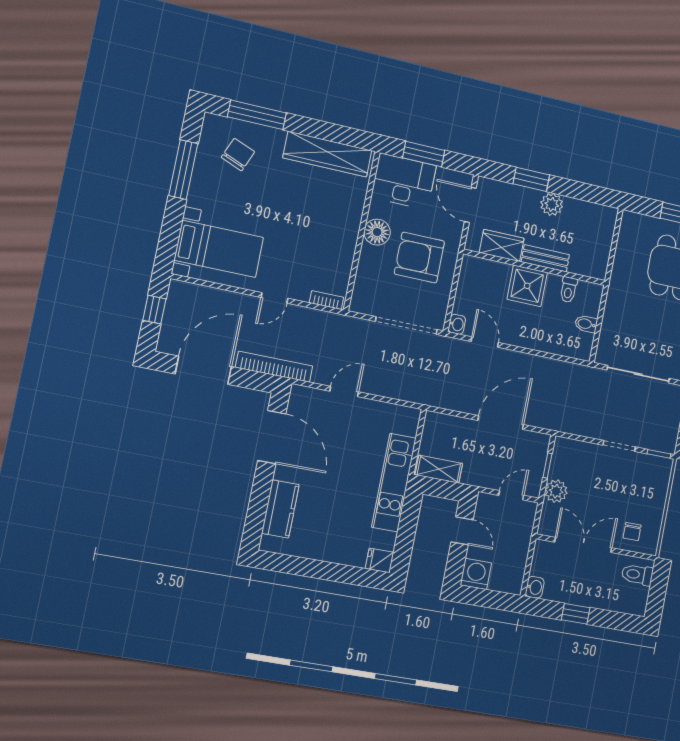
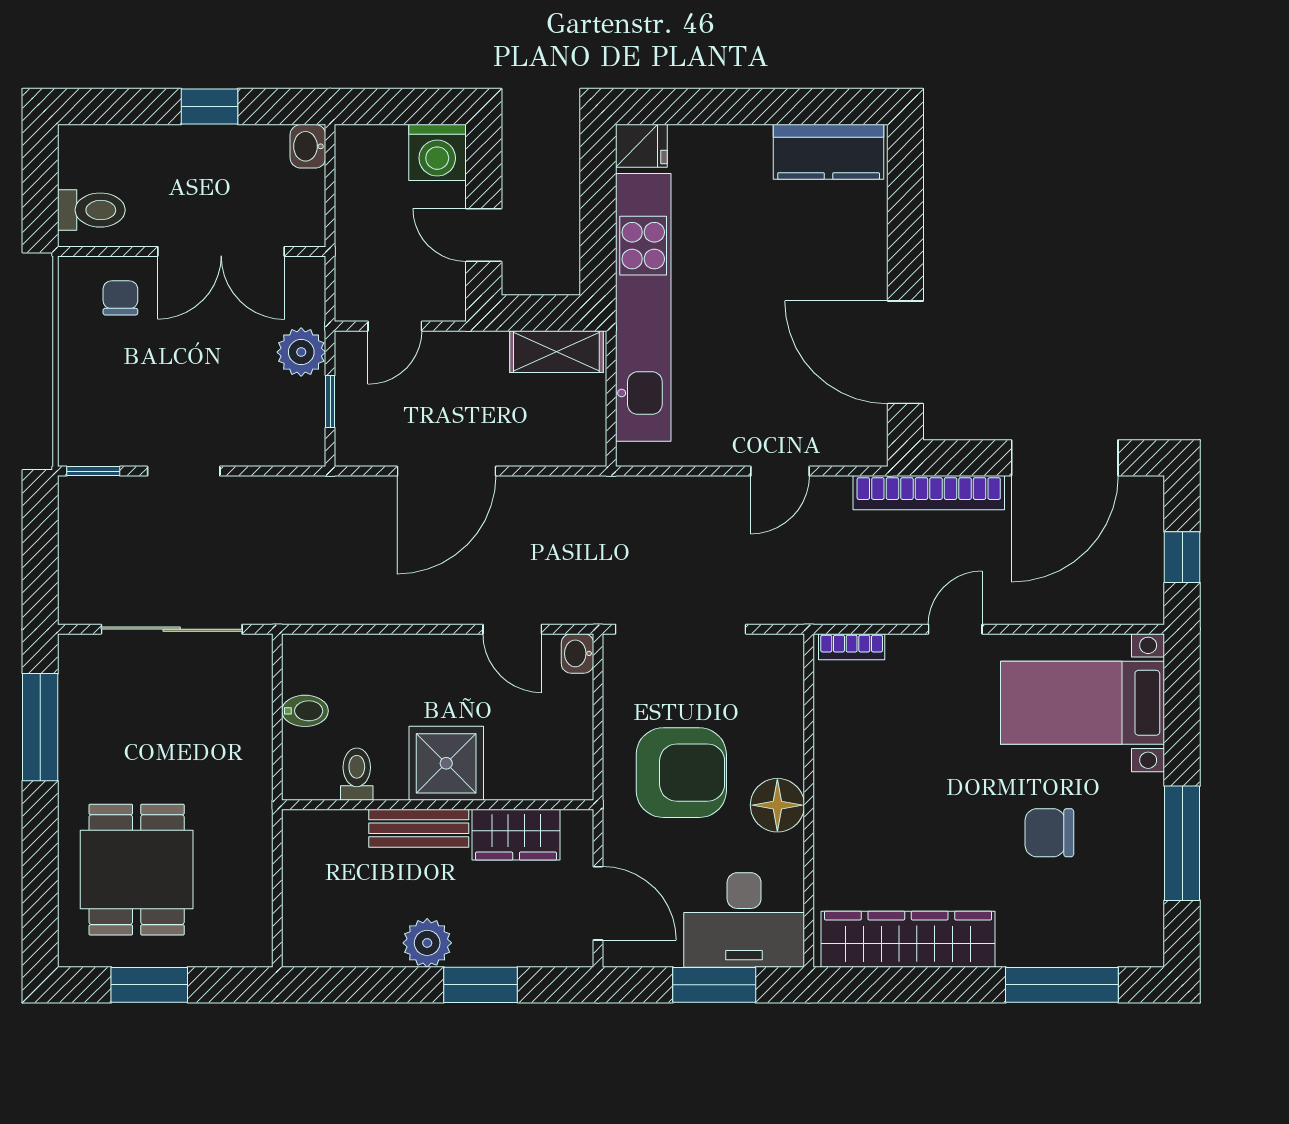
chair: (238, 155) -> (1049, 833), moved, turned 68
kitchen unit: (394, 483) -> (643, 307), width x1.36
kitchen counter: (280, 509) -> (829, 152), moved, turned -90

